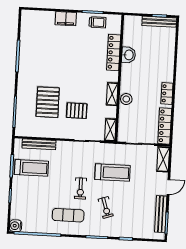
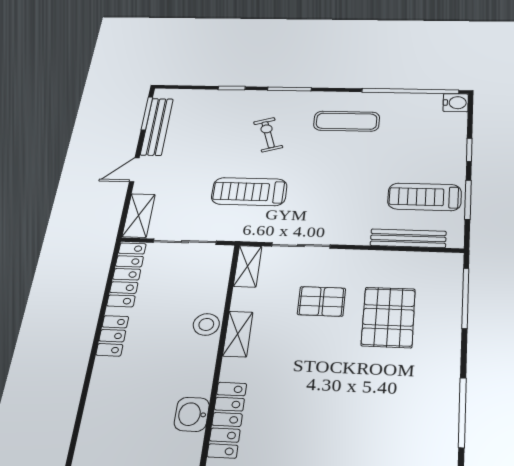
exercise bike: (81, 188) -> (319, 164), removed

